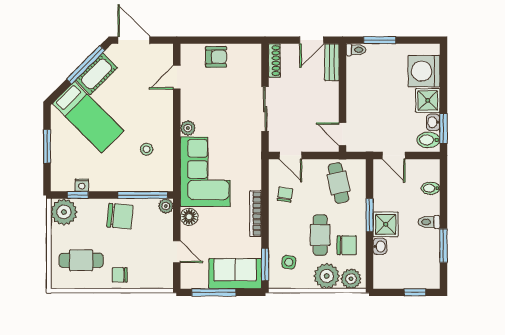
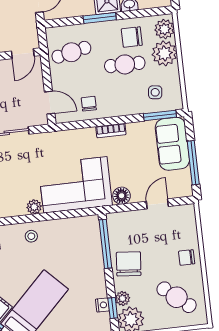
stool: (147, 149) -> (31, 236), moved
door: (290, 155) -> (50, 103), hinge flipped
chair: (285, 195) -> (89, 104), turned 82
plant: (166, 206) -> (123, 299), moved
bookcase: (256, 214) -> (111, 130), width x0.64
chair: (347, 245) -> (132, 37), turned -90
cafe table: (81, 260) -> (177, 297), turned -50
chair: (120, 275) -> (187, 258), turned 90

